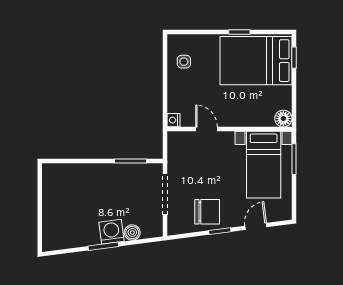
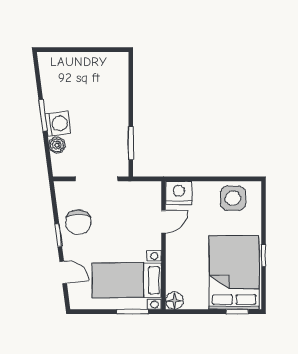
side table: (184, 62) -> (233, 198), width x1.87, depth x1.87
nightstand: (174, 120) -> (179, 193), width x1.89, depth x1.79

